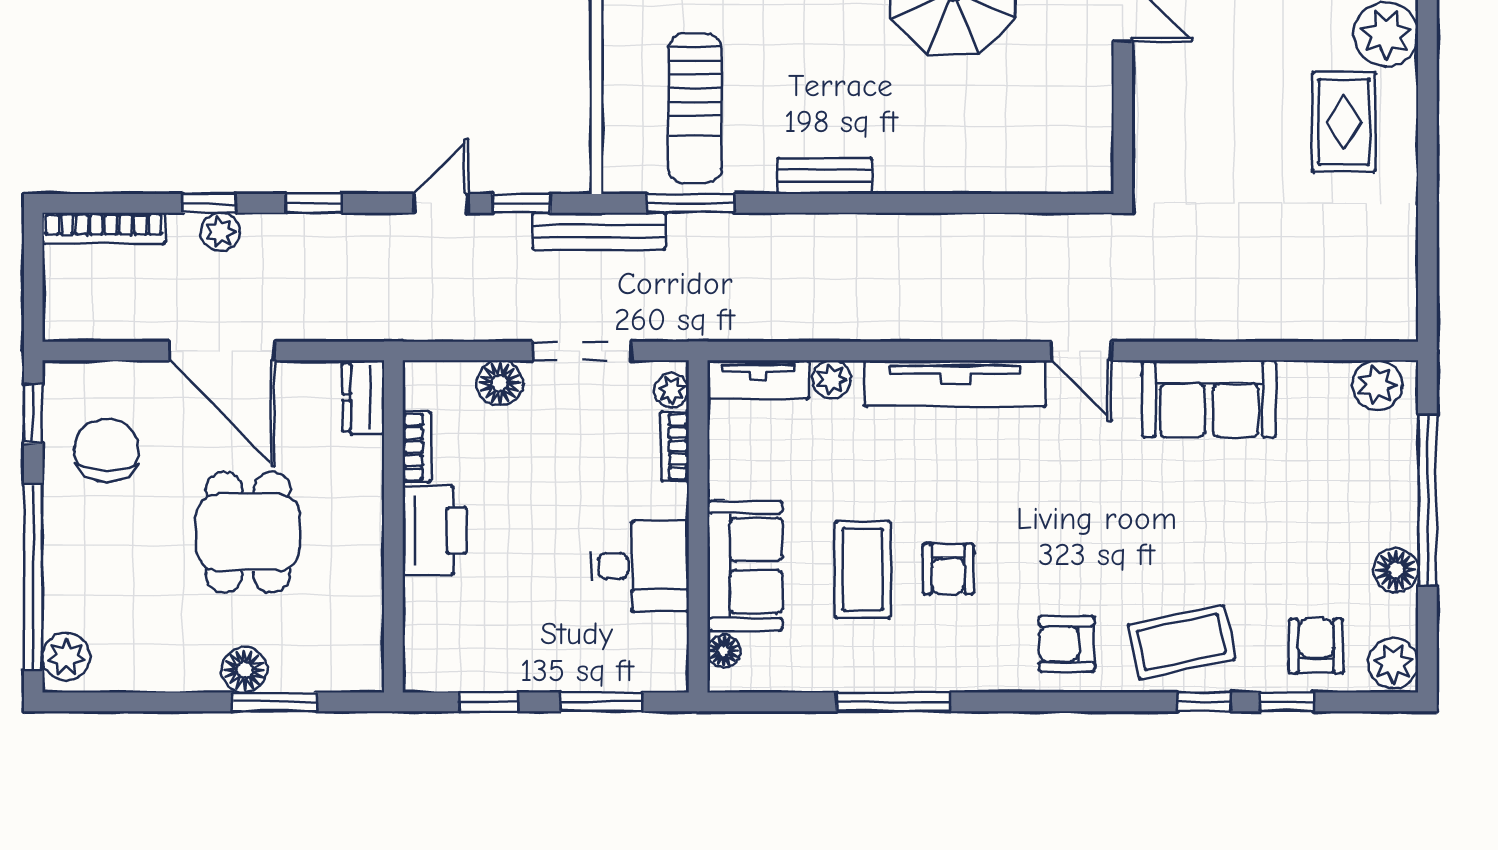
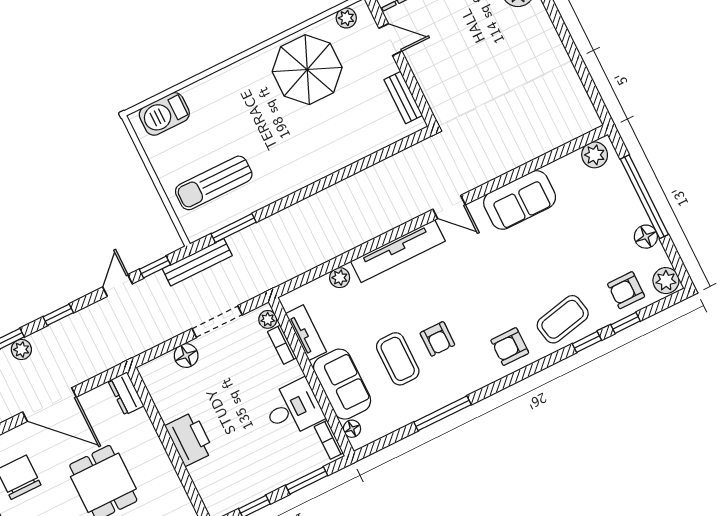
sun lounger: (695, 108) -> (214, 183), turned 90
rug: (1344, 122) -> (519, 40), removed
bench: (825, 176) -> (403, 98), moved, turned 90
tv unit: (758, 380) -> (306, 333), moved, turned -90
bookcase: (417, 447) -> (329, 440), moved, turned 180
armchair: (1316, 646) -> (626, 290), turned -90

